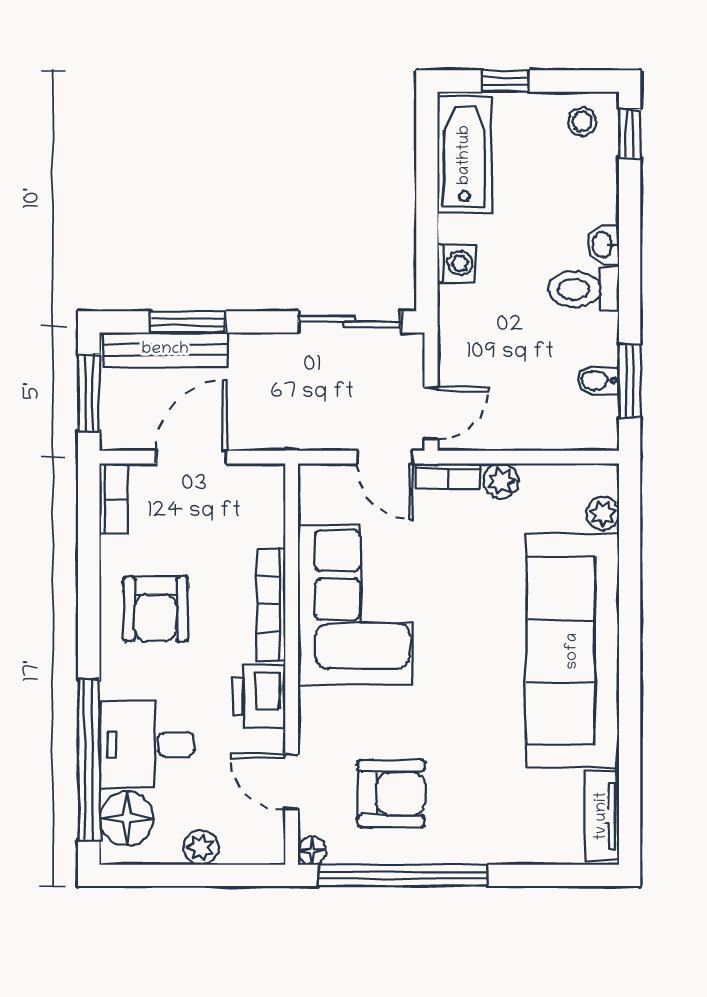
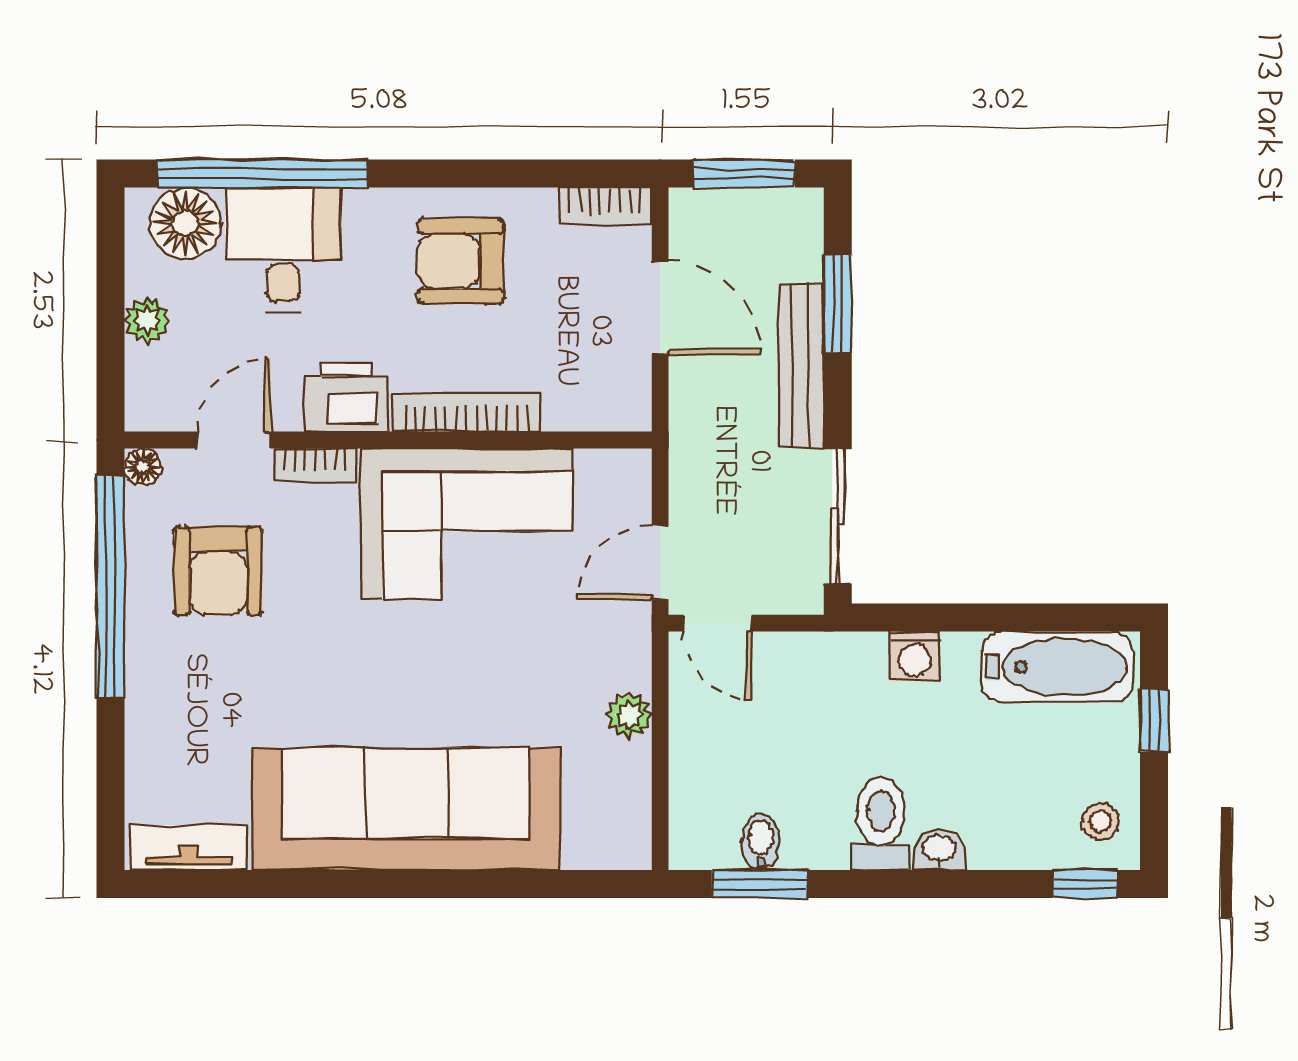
bench: (165, 350) -> (801, 365), moved
bookcase: (449, 476) -> (315, 465), moved, turned -90
plant: (603, 513) -> (586, 849), removed

